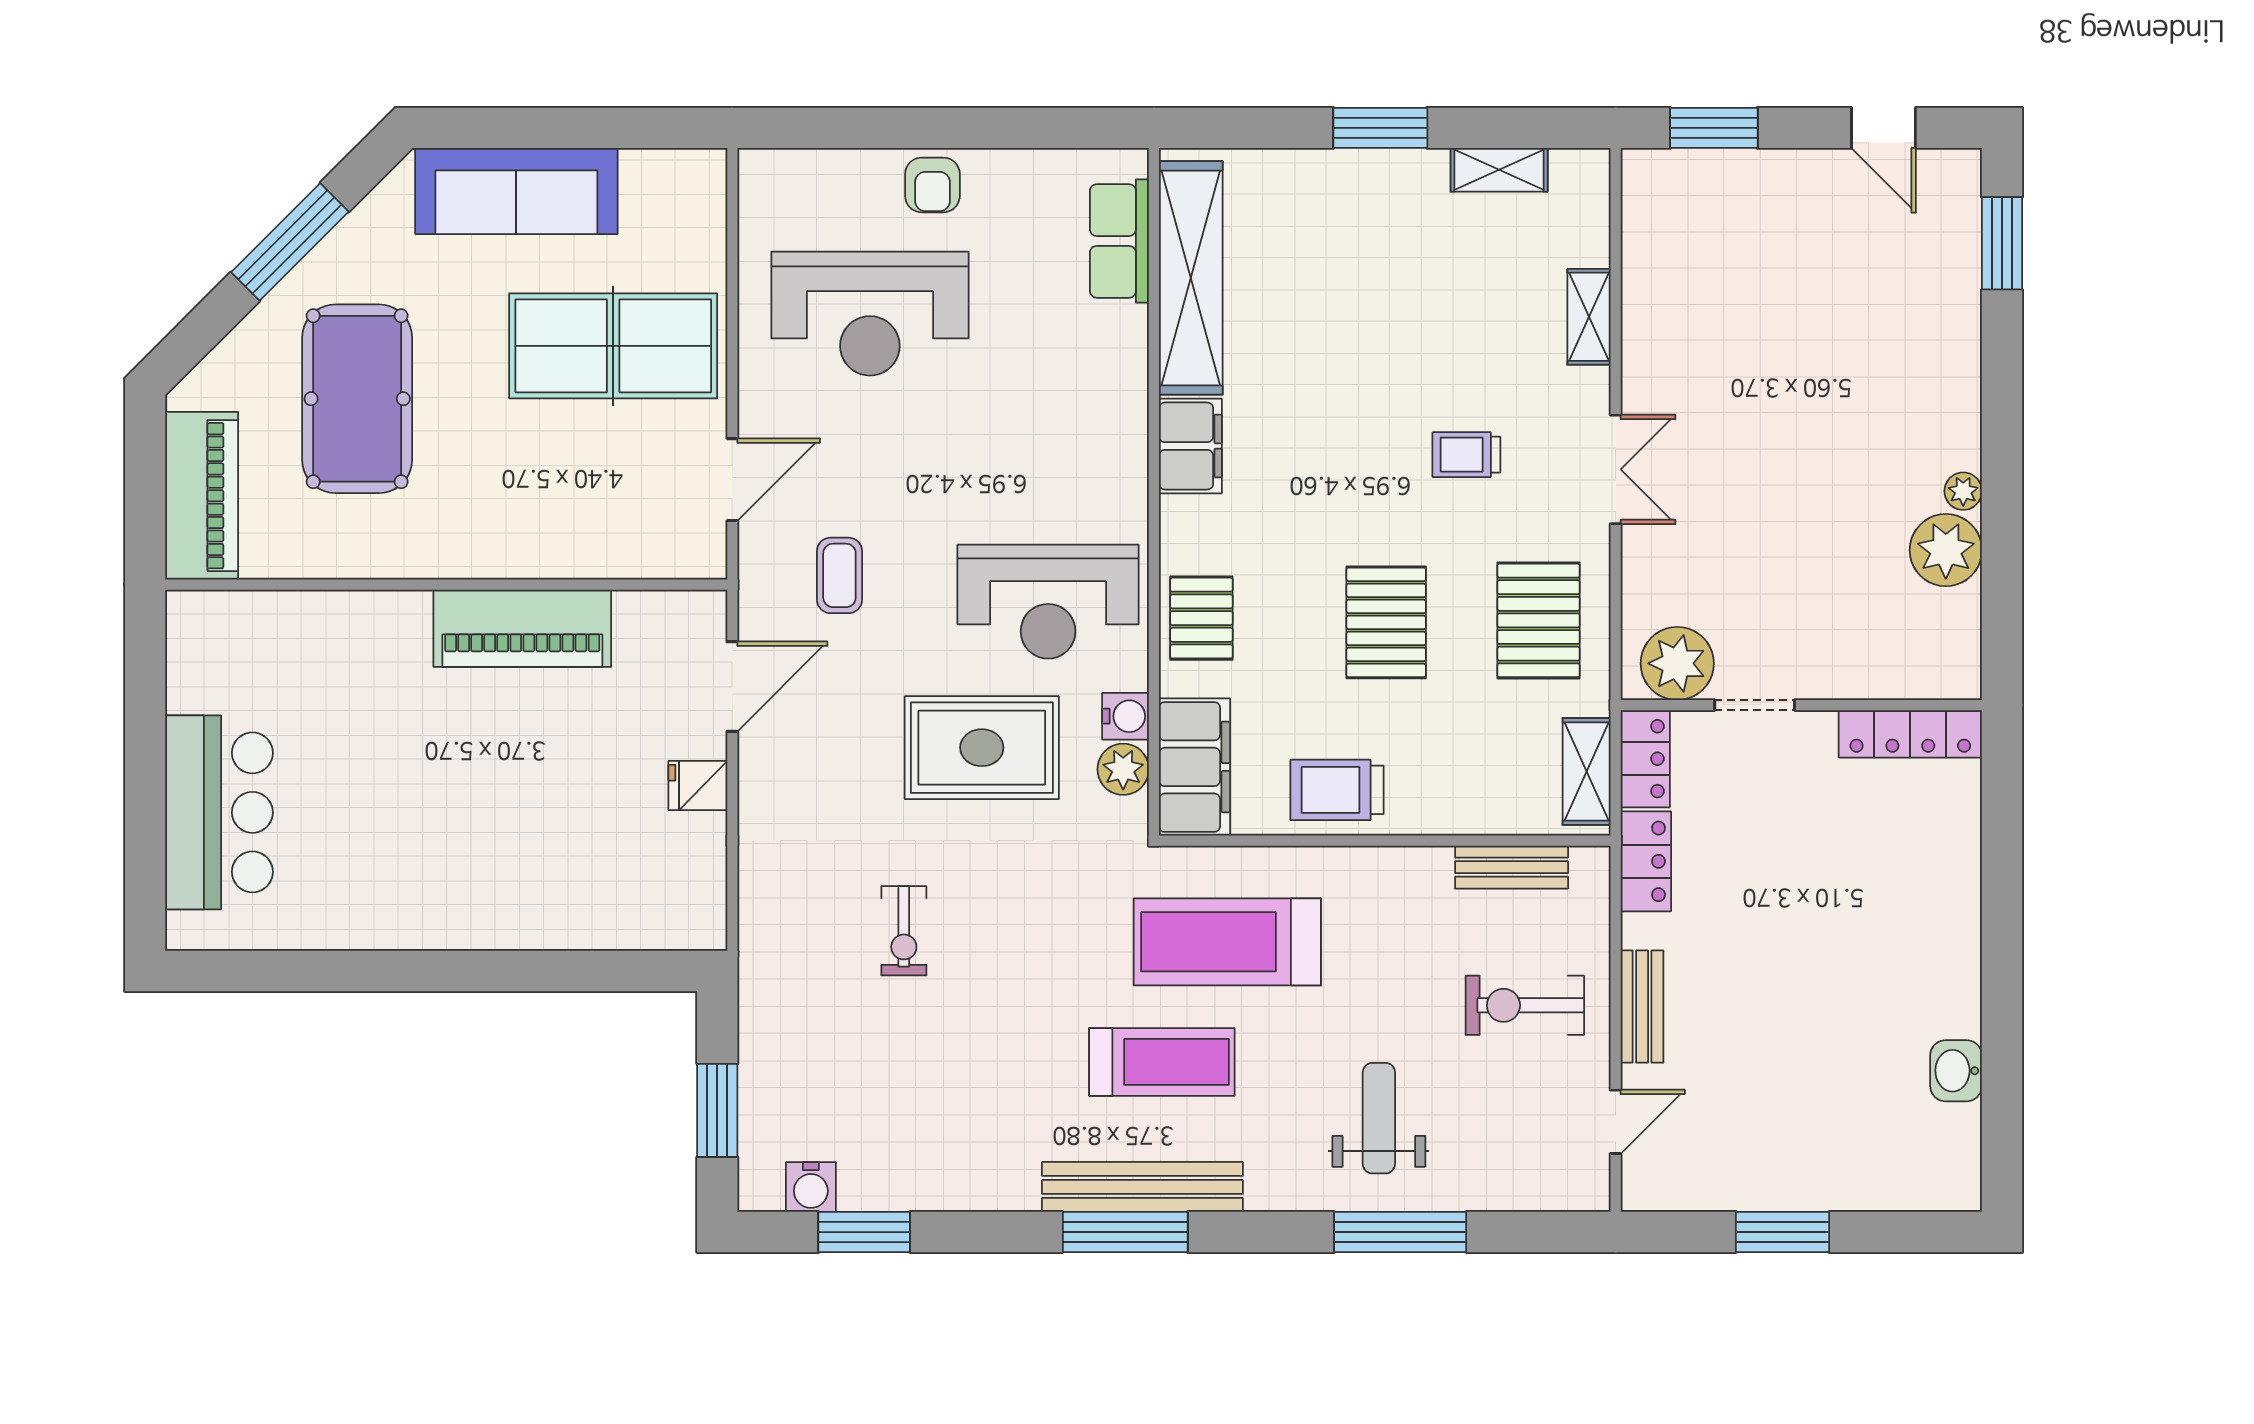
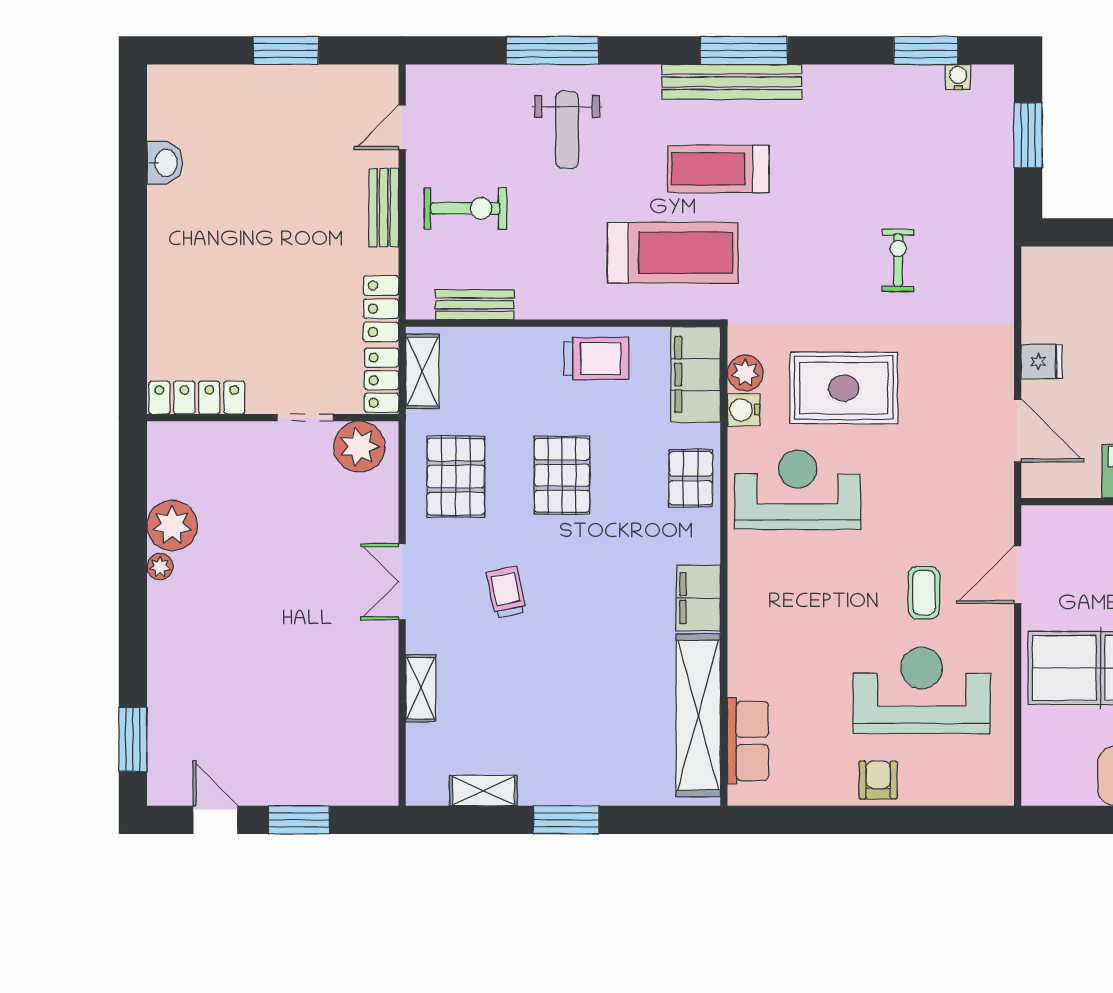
window: (1714, 128) -> (299, 820), moved
trolley: (1466, 455) -> (506, 592), turned -102
coffee table: (839, 575) -> (924, 593), moved
door: (732, 686) -> (1018, 431), swing flipped
water cooler: (811, 1187) -> (958, 77), width x0.72, depth x0.72

